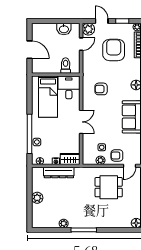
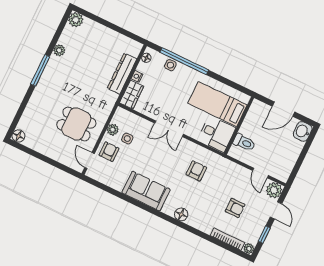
door: (102, 21) -> (276, 210), hinge flipped
washbasin: (64, 29) -> (303, 131), moved
armchair: (114, 50) -> (235, 208), width x0.53, depth x0.53
dining table: (109, 187) -> (76, 124), turned 90
plant: (37, 198) -> (76, 20), moved

